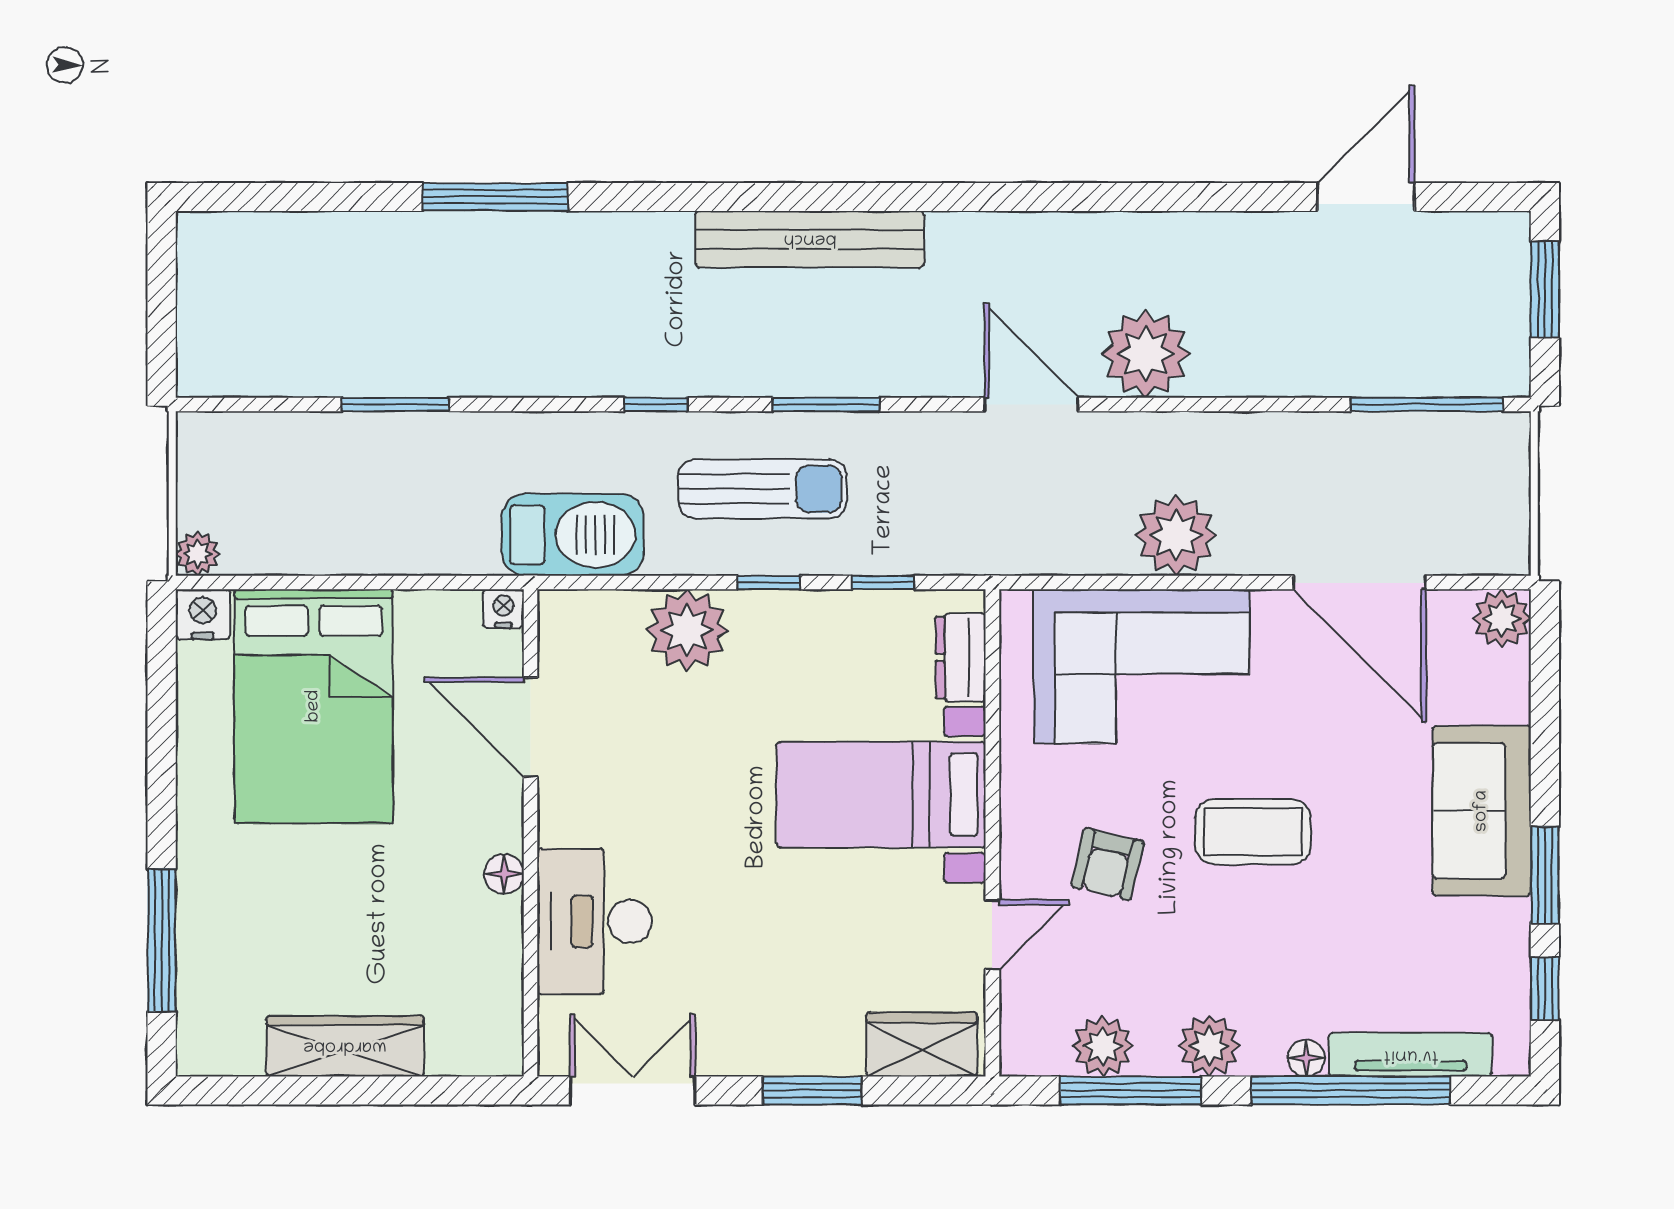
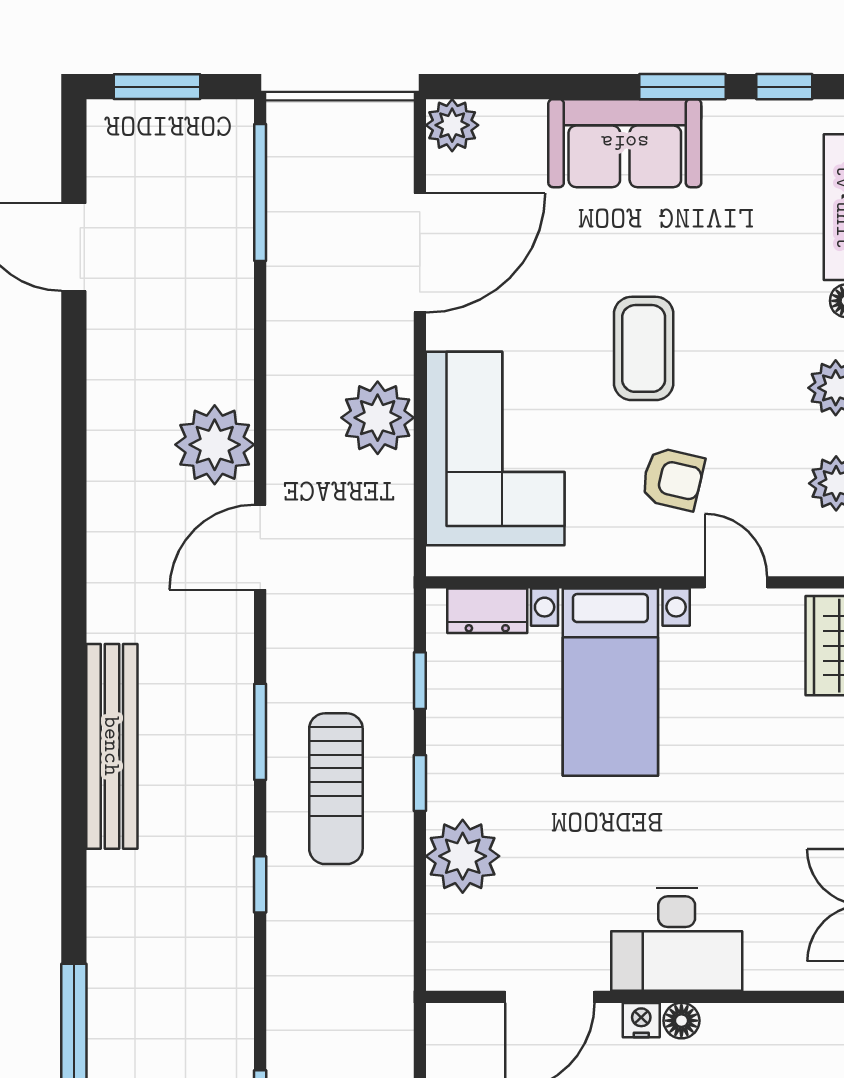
sun lounger: (762, 489) -> (336, 789), turned 180
barbecue: (573, 535) -> (377, 959), removed
nightstand: (503, 609) -> (641, 1020), moved, turned 90
desk: (594, 921) -> (677, 939), moved

